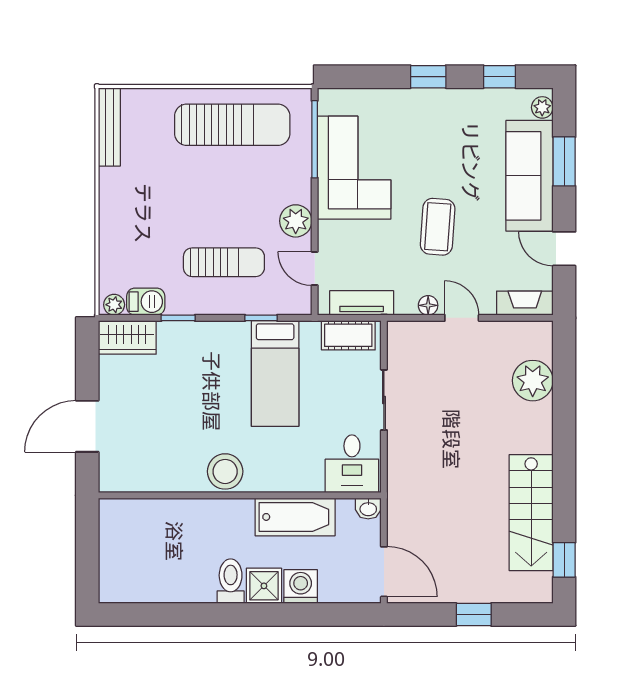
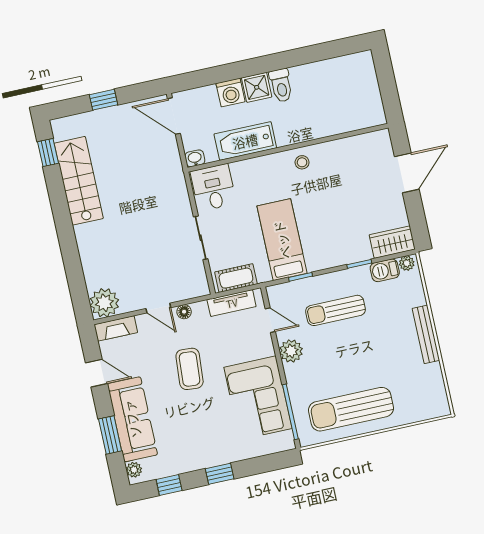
bench: (109, 127) -> (426, 334), moved
plant: (533, 381) -> (104, 303), moved
stool: (225, 471) -> (302, 162), width x0.53, depth x0.53

